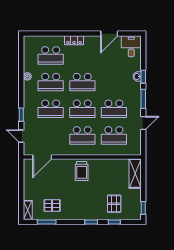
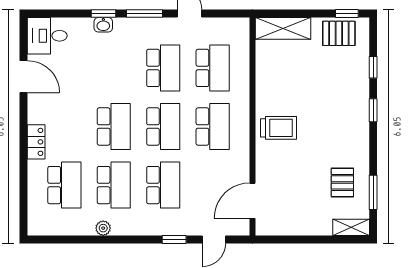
door: (42, 157) -> (252, 201), swing flipped
pallet: (114, 204) -> (339, 33), moved

